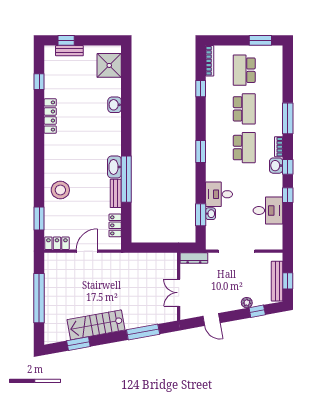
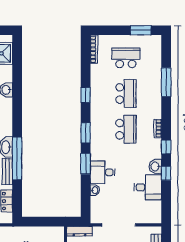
school desk: (244, 70) -> (126, 58), turned 90
window: (201, 89) -> (86, 95), moved
window: (288, 118) -> (166, 82), moved
washbasin: (276, 166) -> (155, 167), moved
window: (201, 215) -> (86, 164), moved

